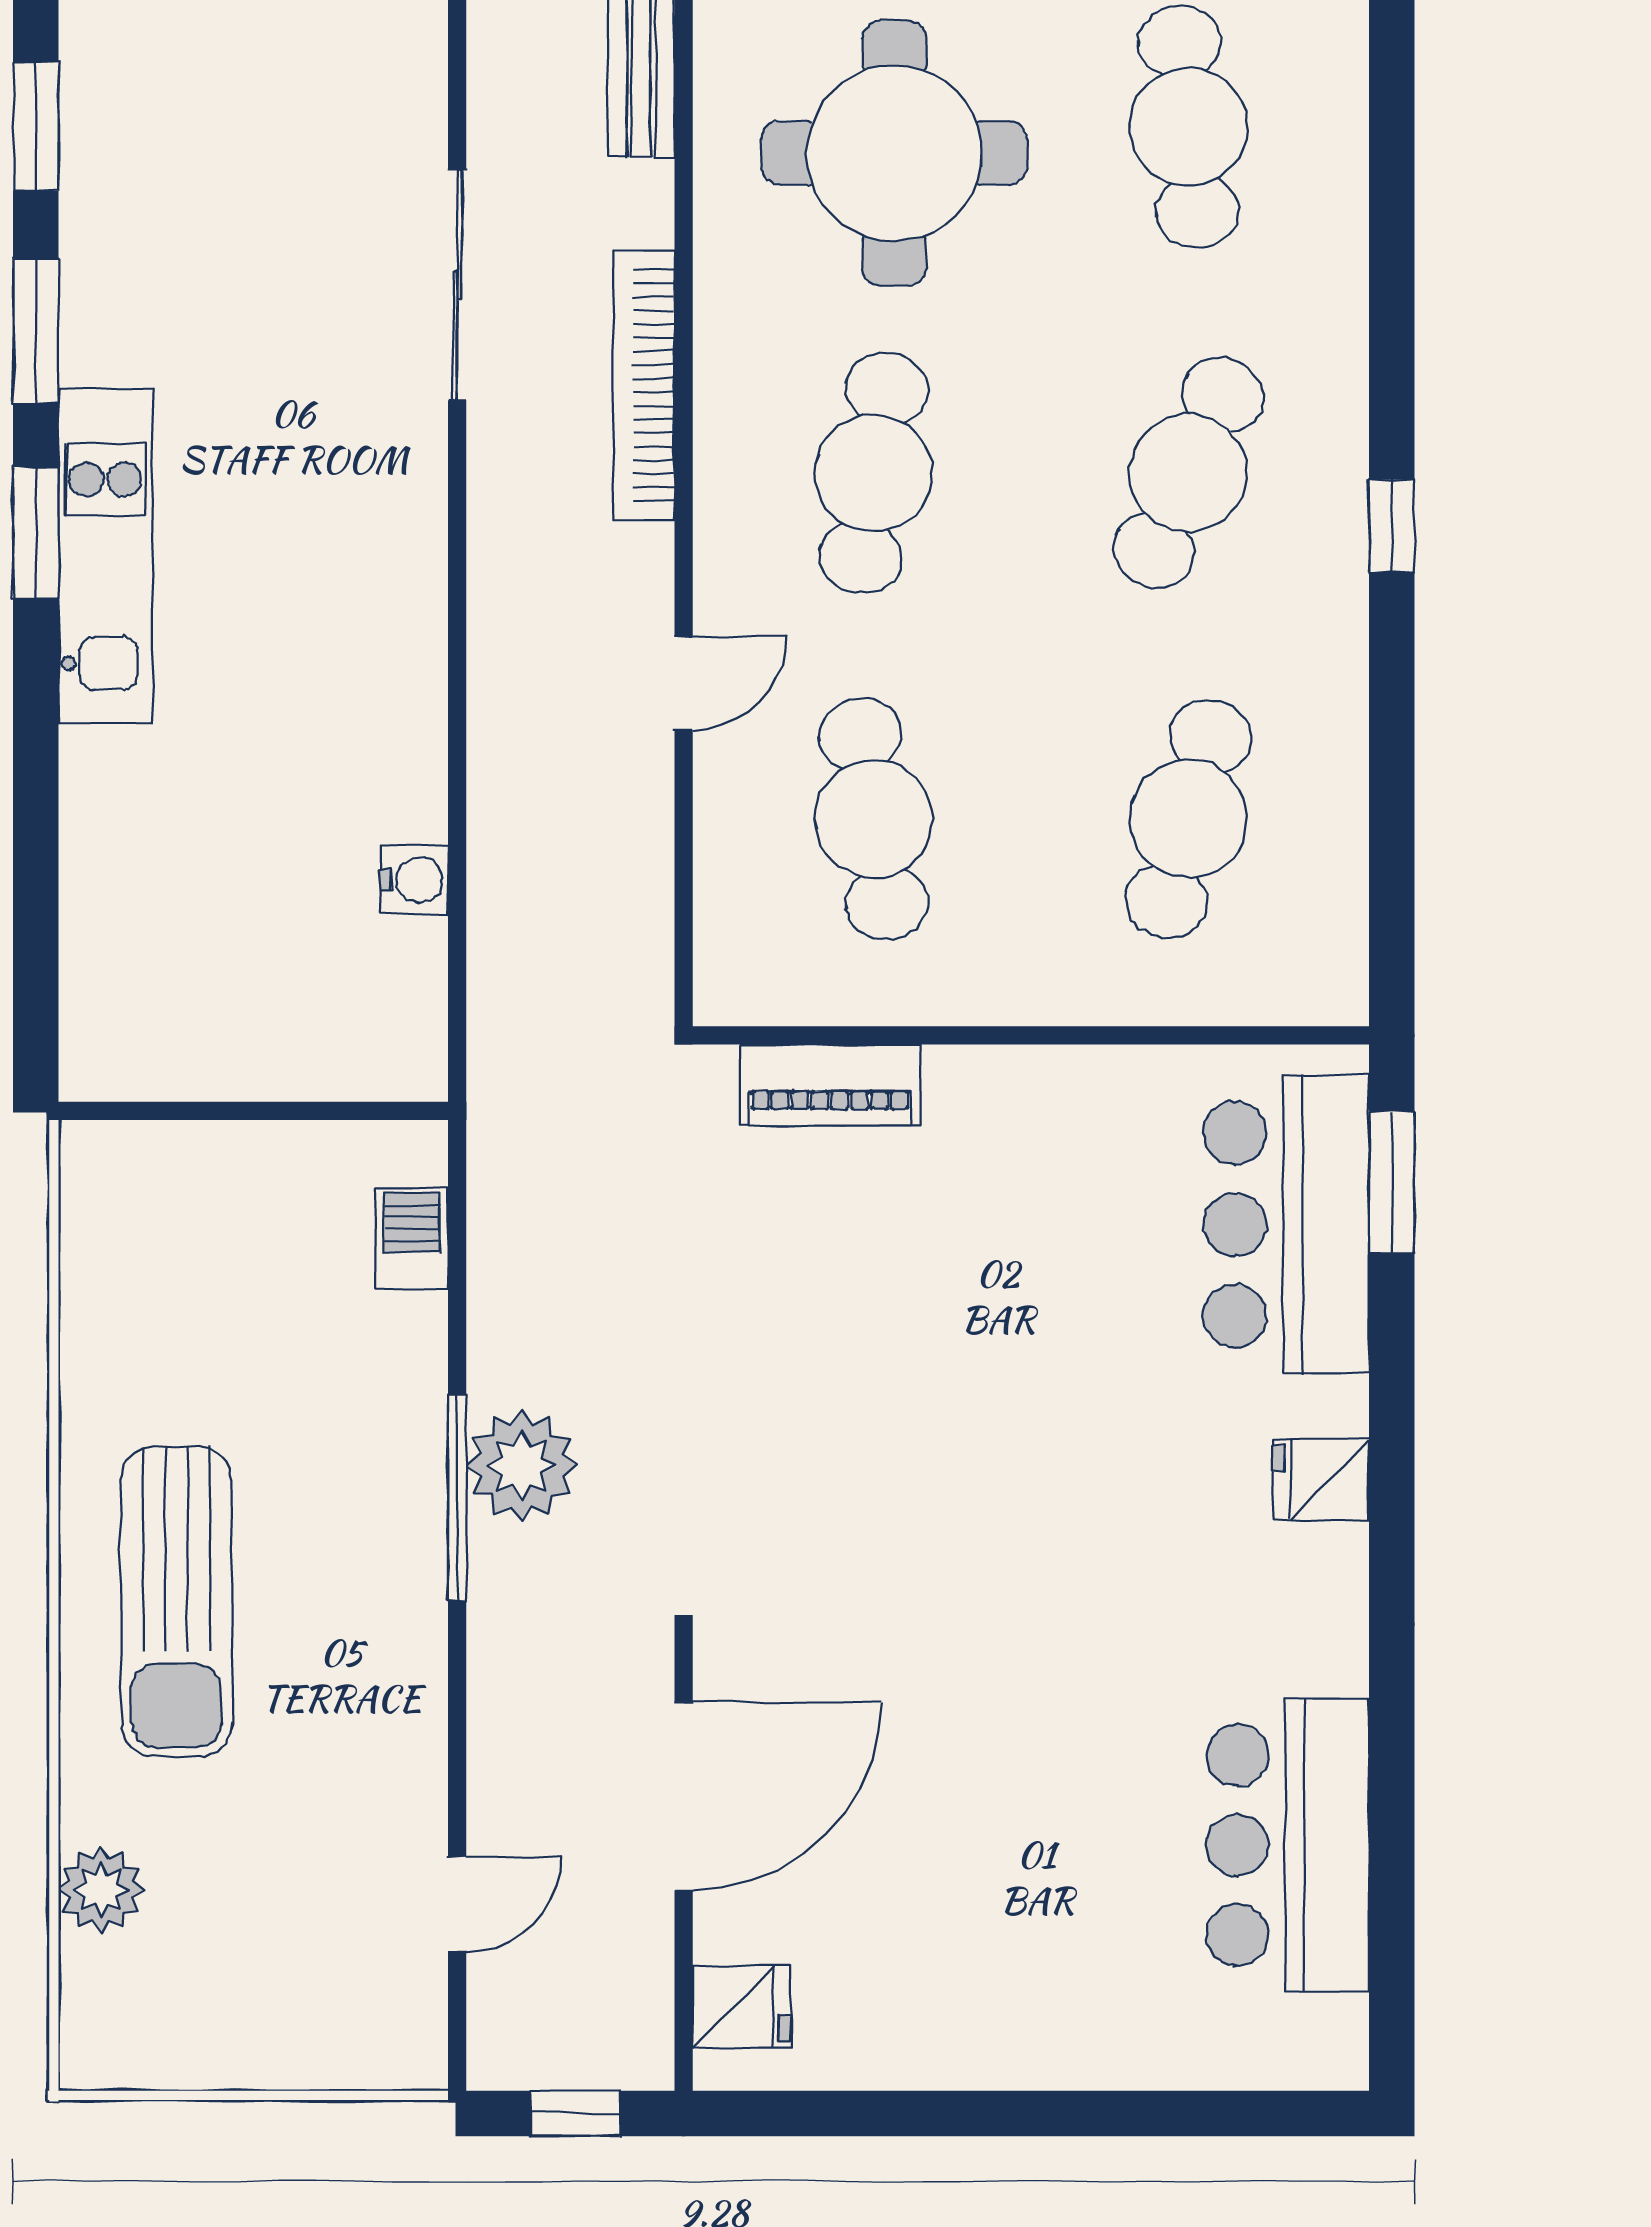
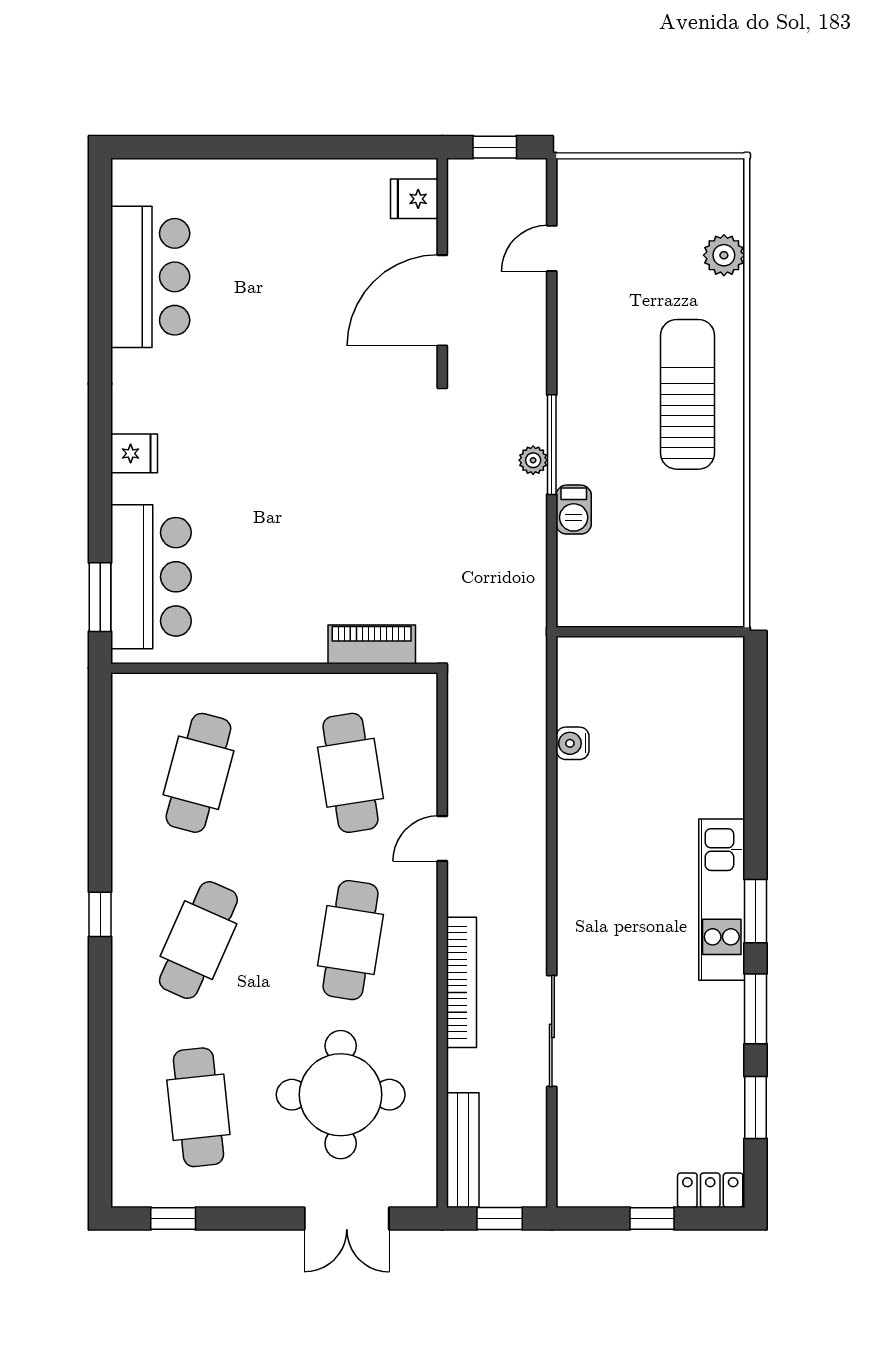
barbecue: (412, 1238) -> (574, 510), moved
plant: (522, 1466) -> (533, 460), width x0.53, depth x0.53

